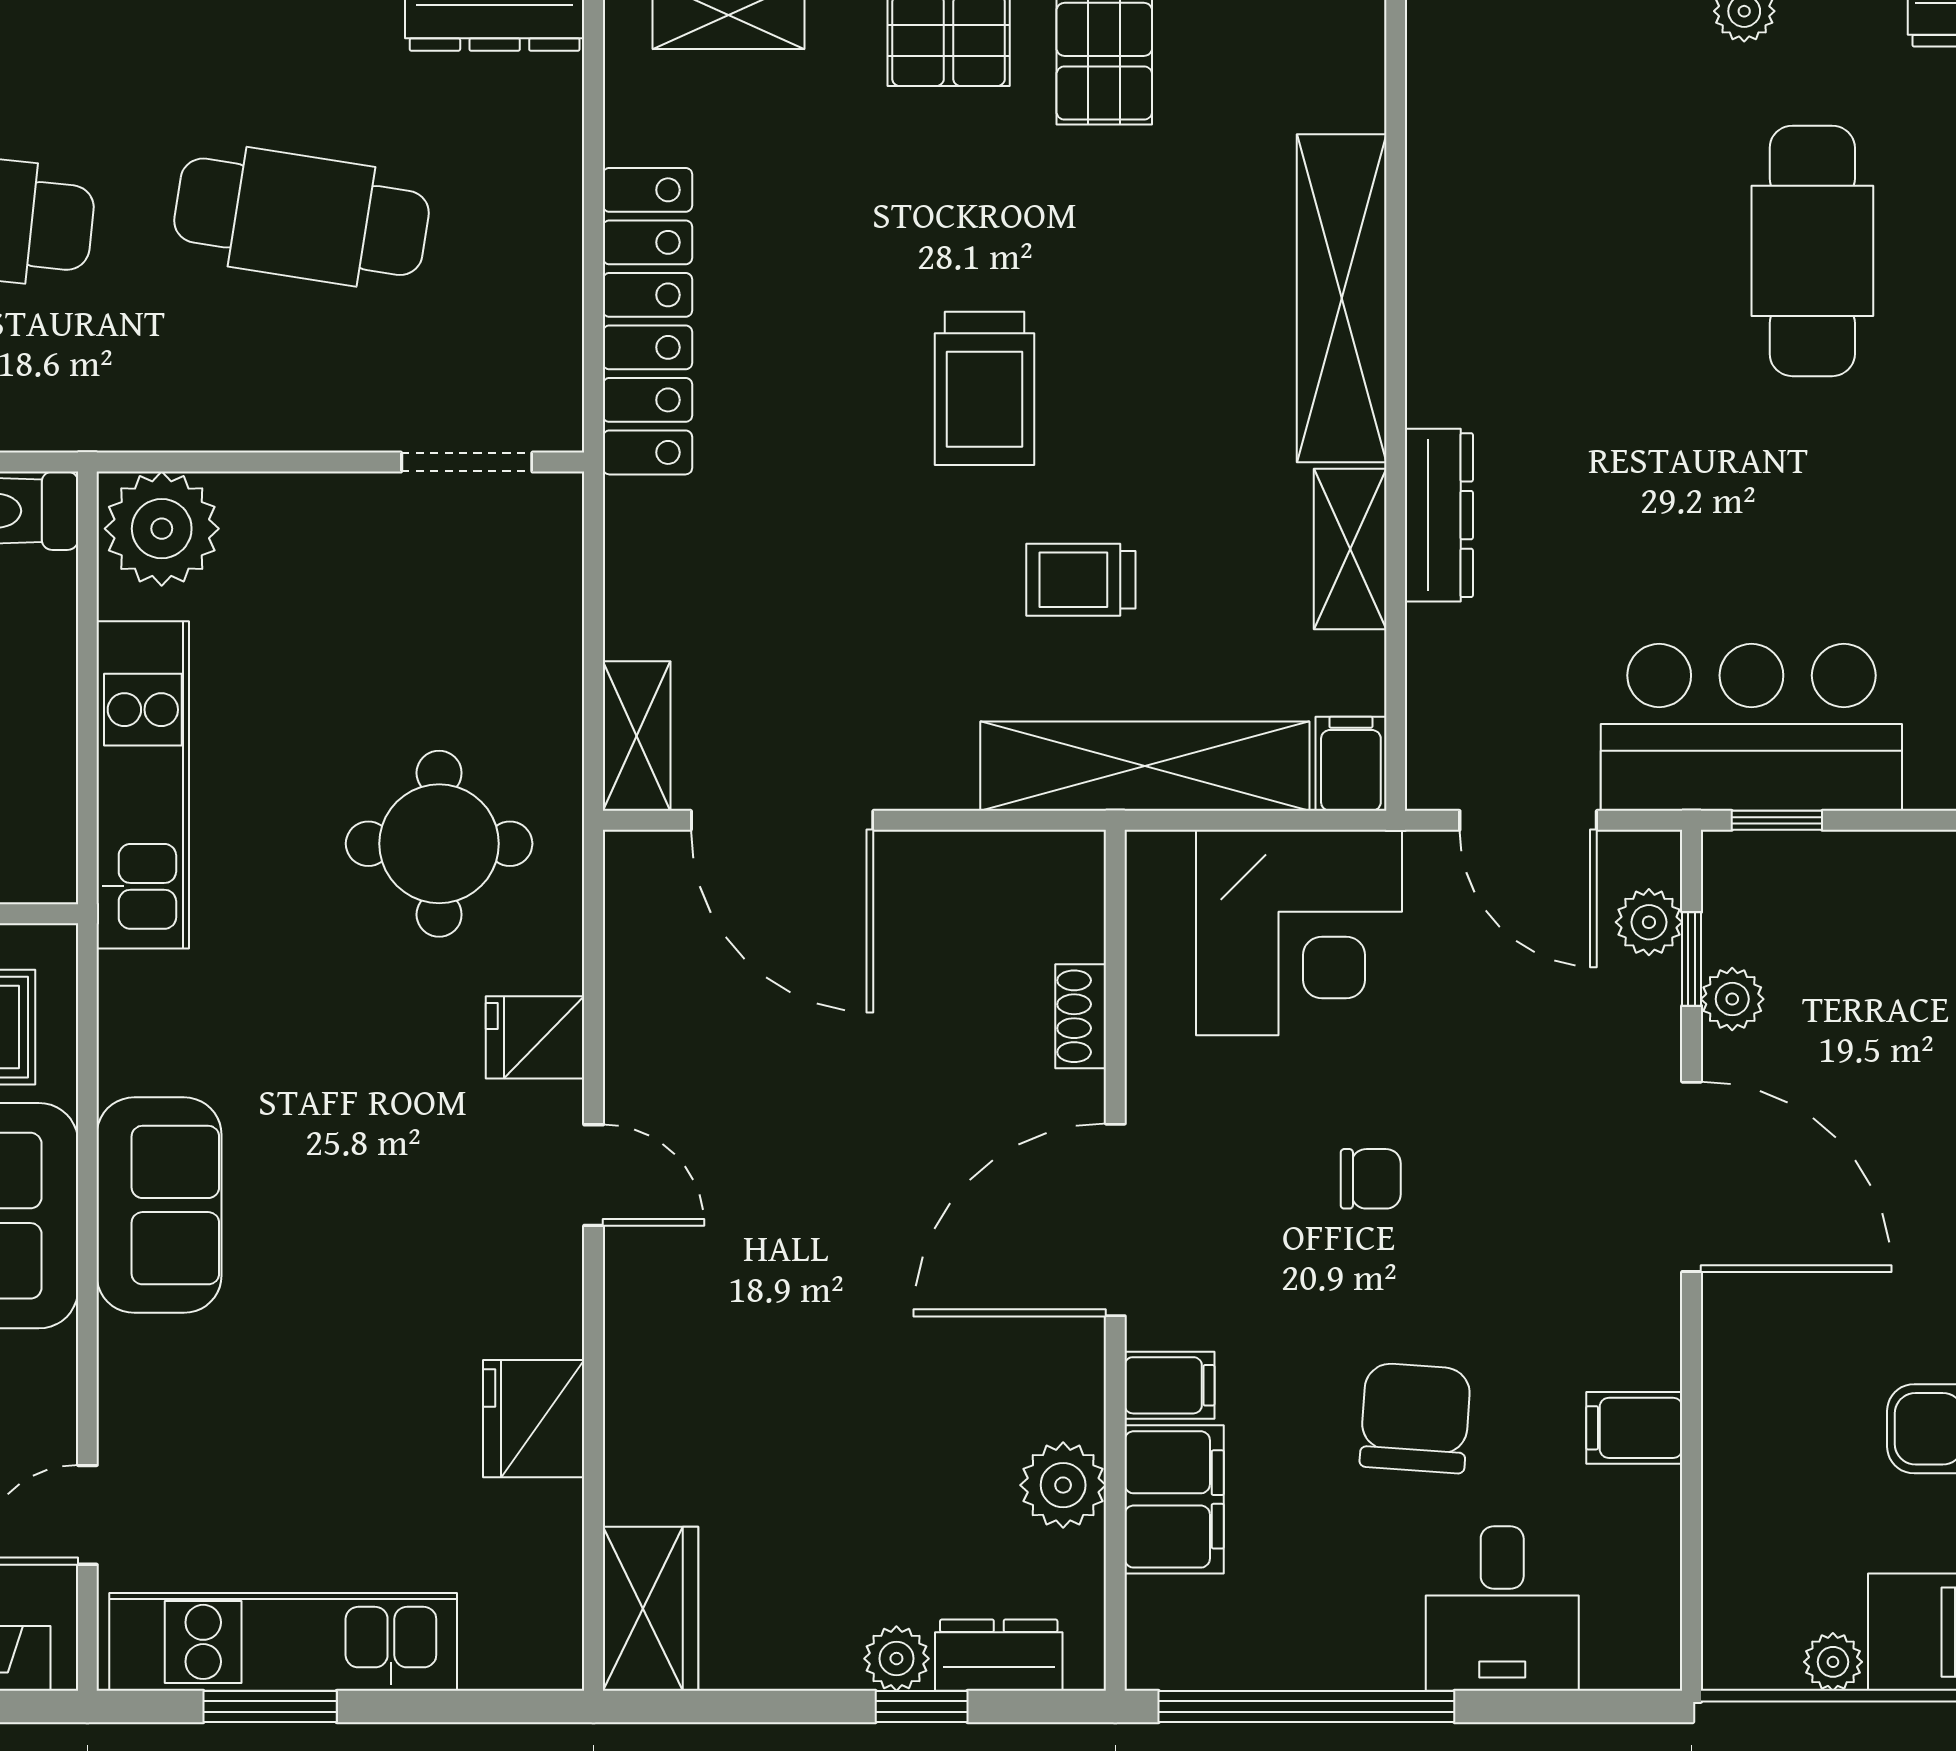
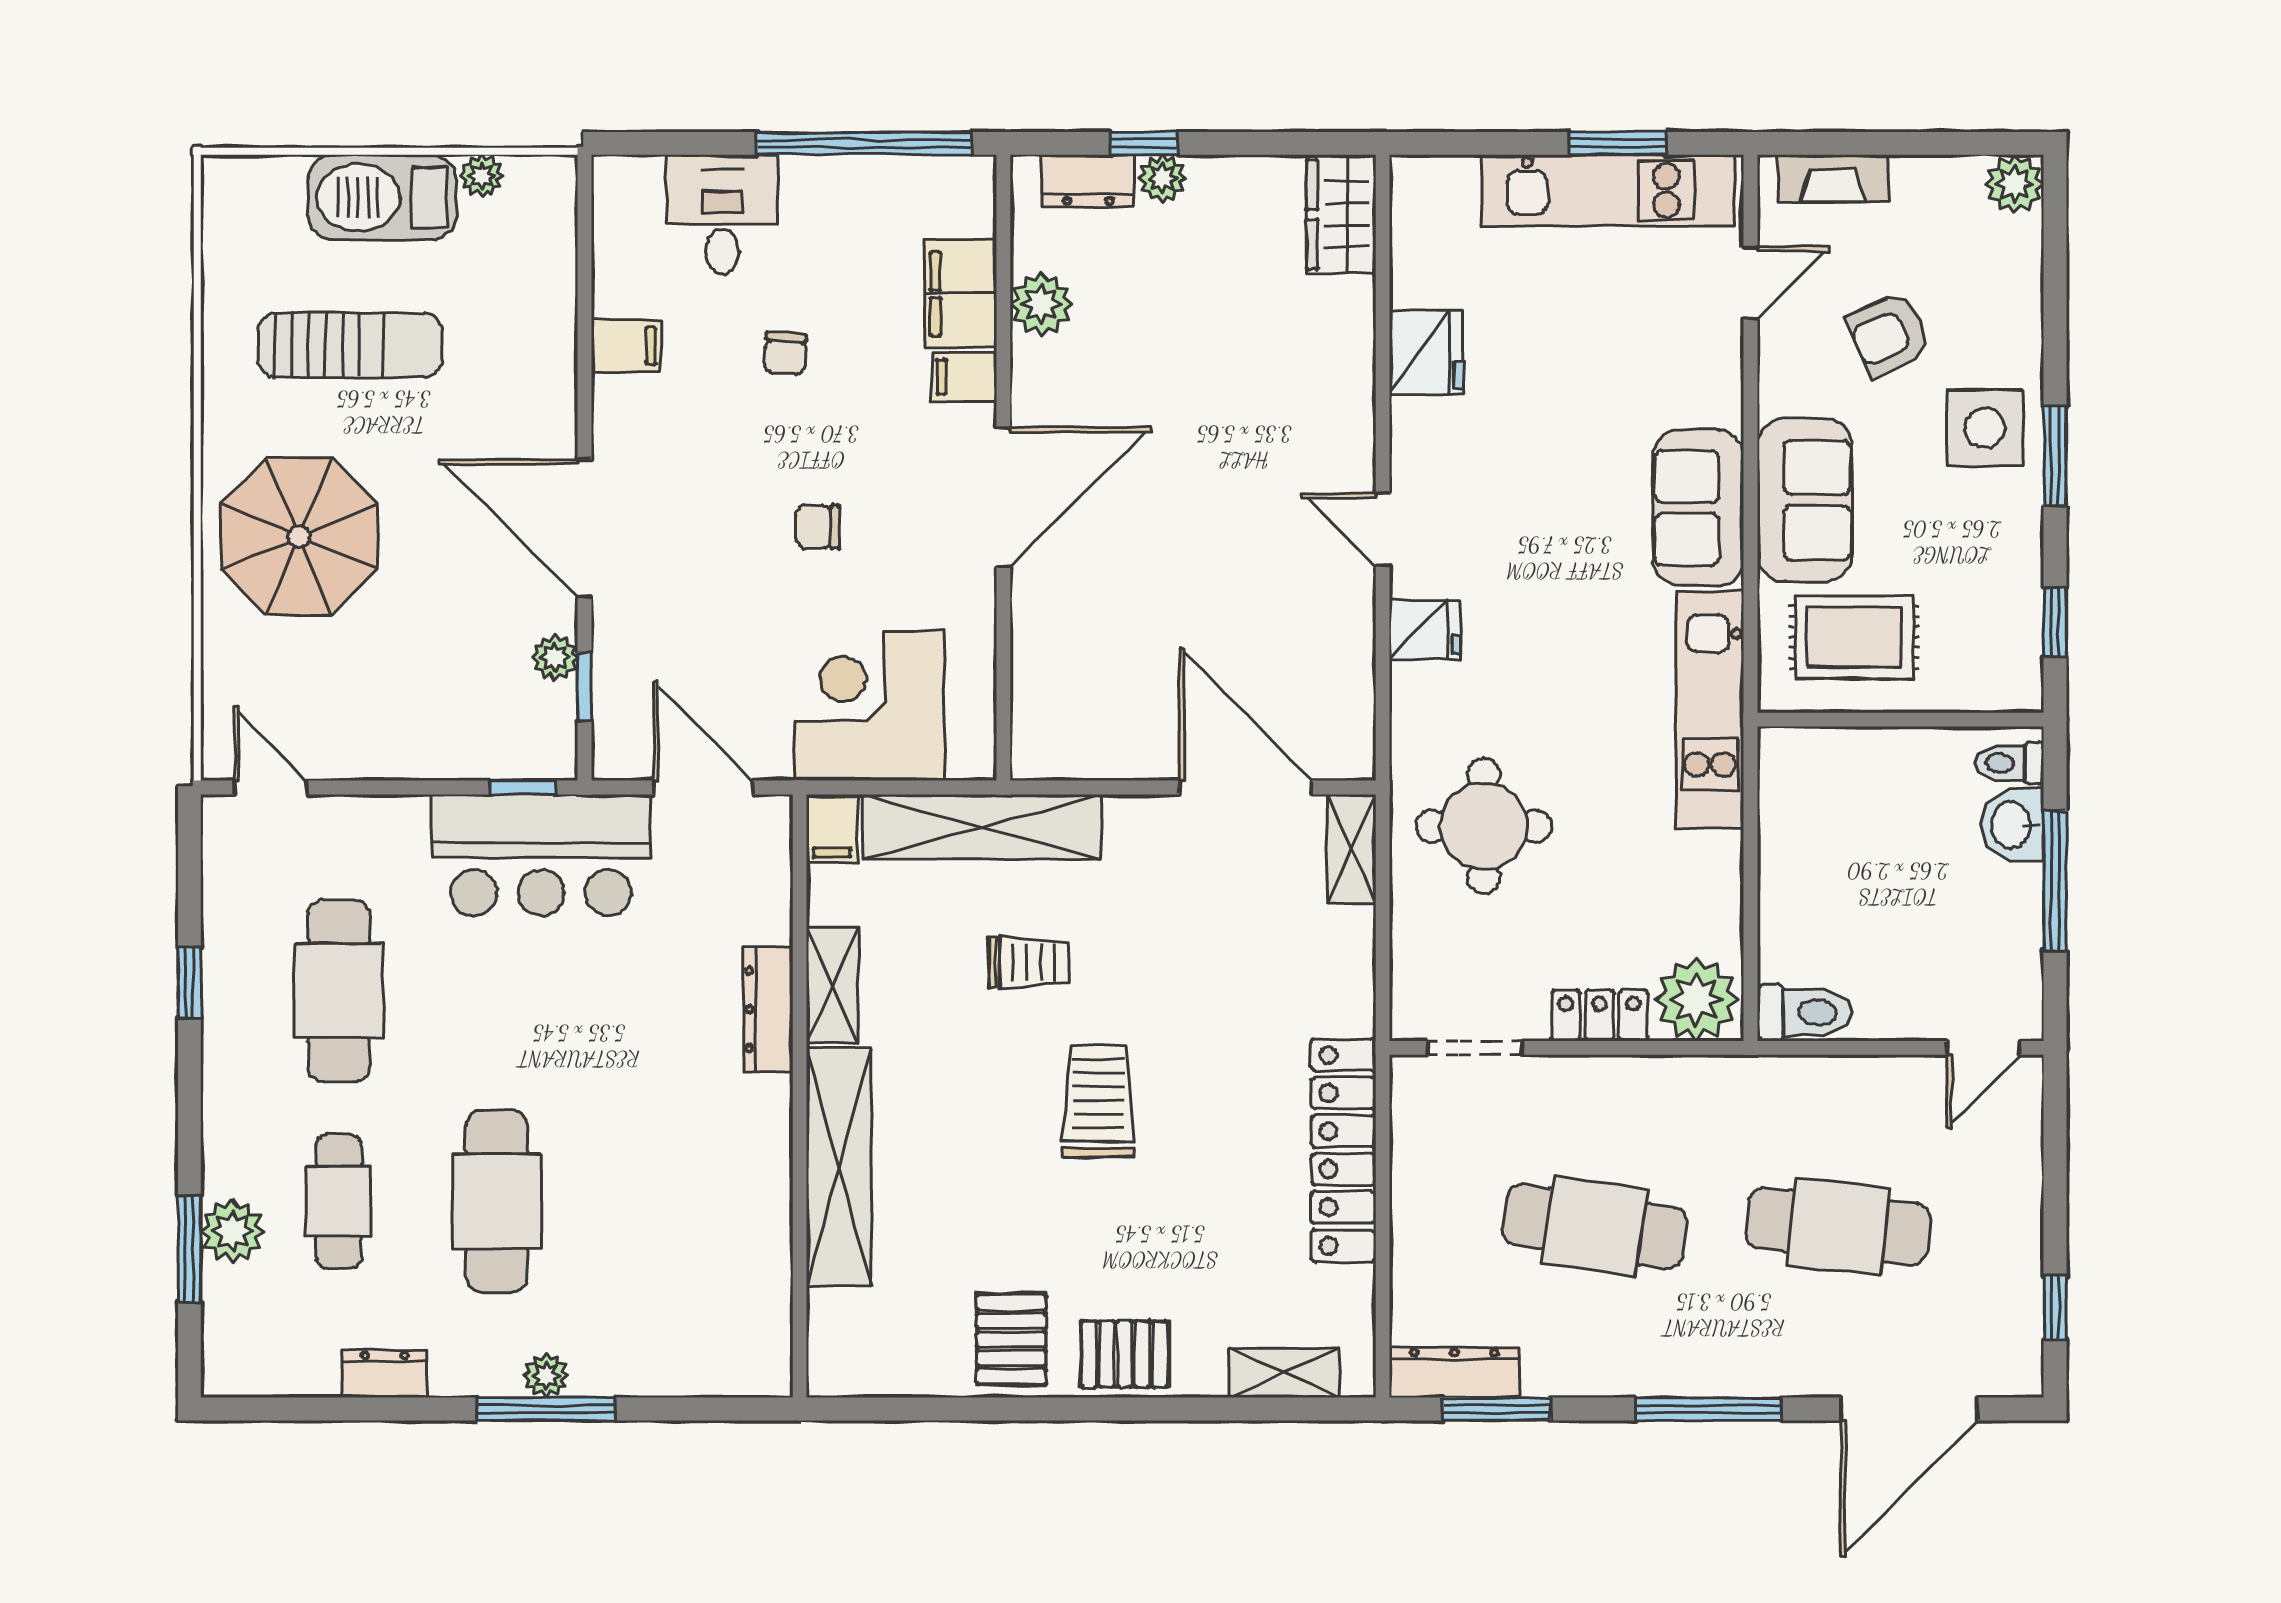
locker: (295, 507) -> (1600, 1015), added
kitchen unit: (143, 785) -> (1710, 710), moved
round table: (439, 844) -> (1484, 826), moved
plant: (1649, 922) -> (615, 713), removed
shoe rack: (1081, 1016) -> (1029, 645), removed
chair: (1415, 1418) -> (785, 353), width x0.54, depth x0.54

